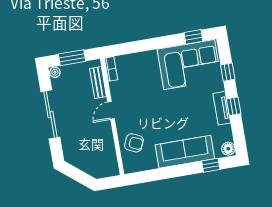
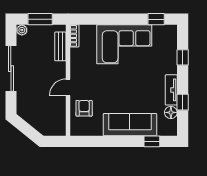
corner sofa: (189, 65) -> (124, 44), moved
window: (234, 106) -> (183, 102), moved
door: (111, 110) -> (68, 87), moved
armchair: (134, 143) -> (84, 108), turned -114
floor lamp: (228, 149) -> (171, 112), moved

